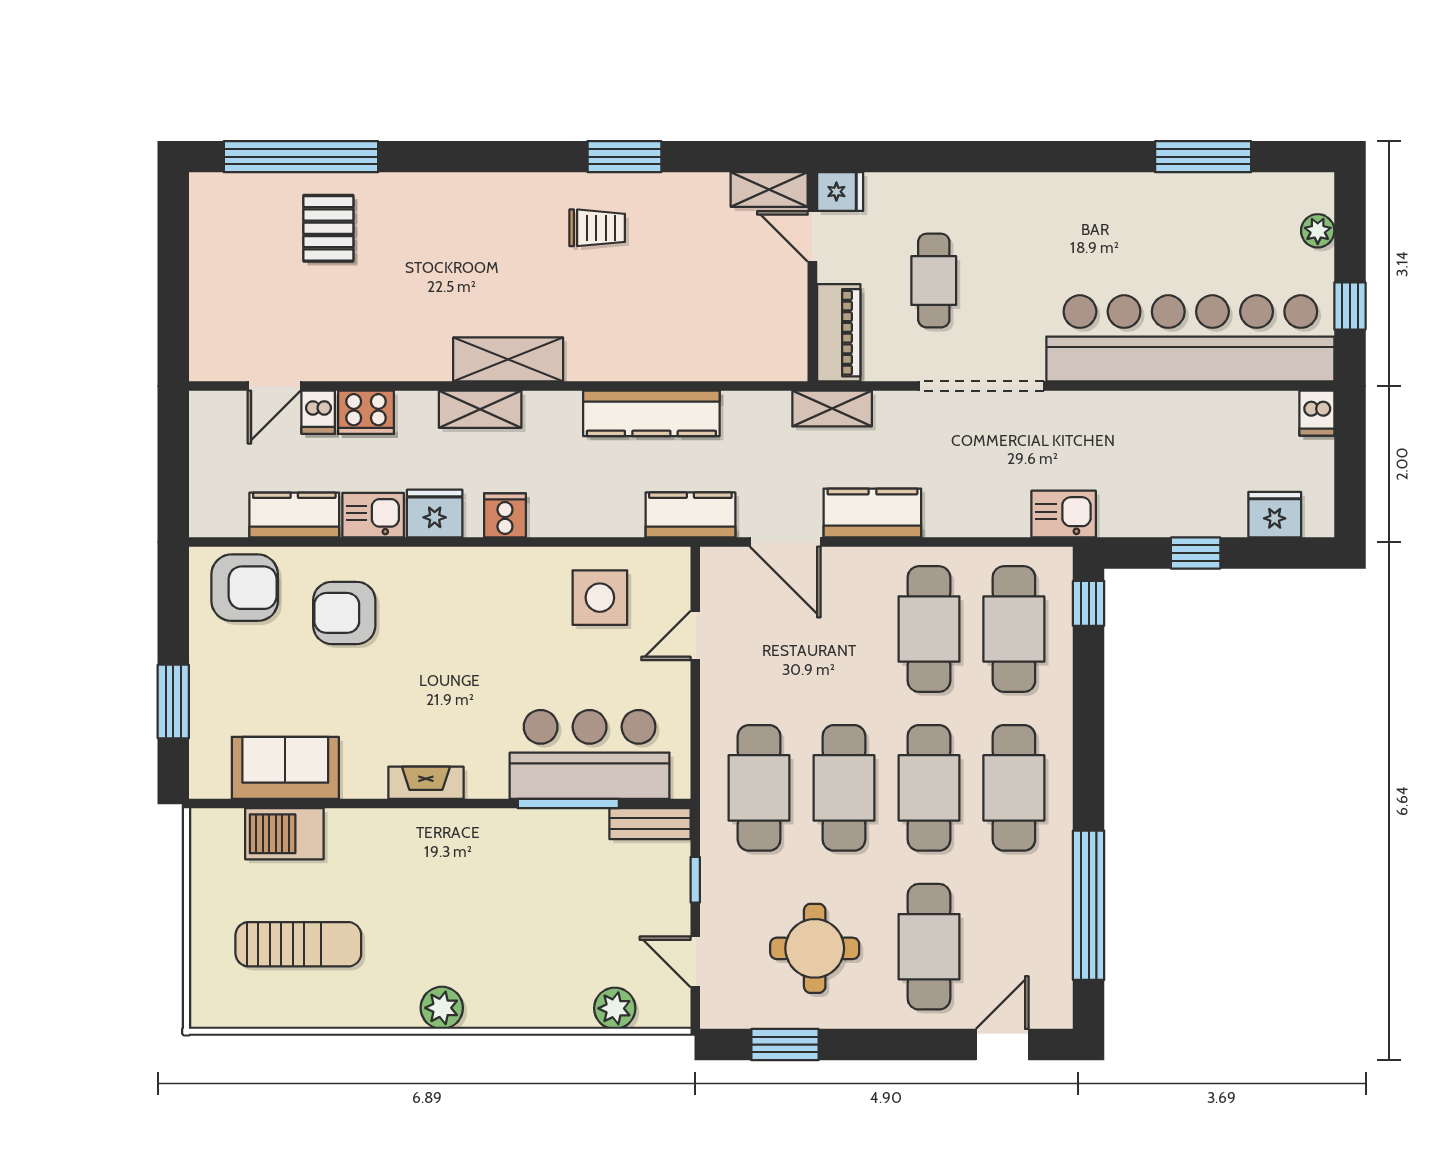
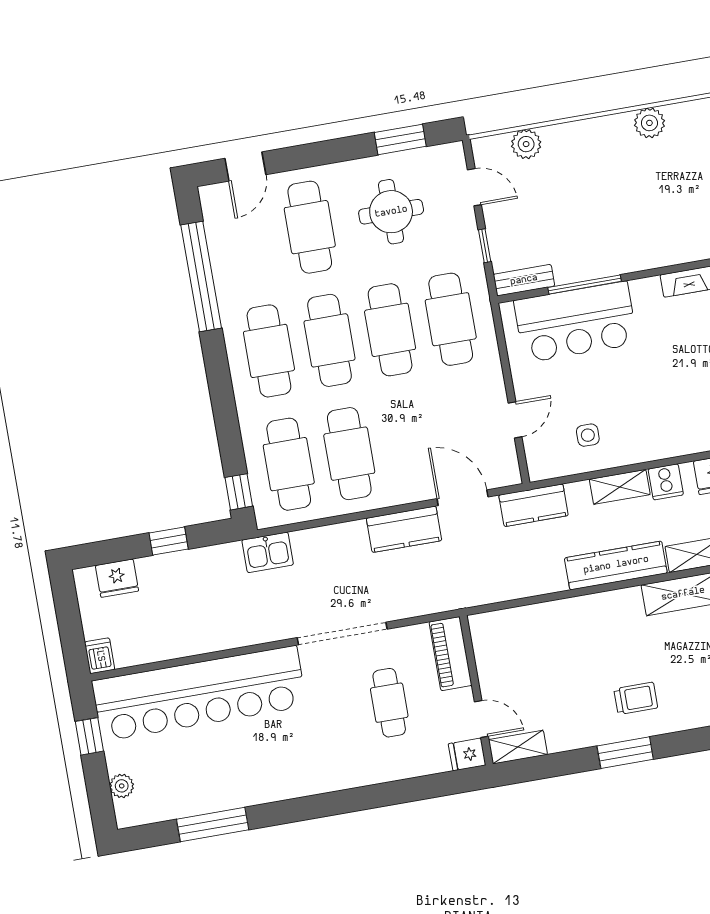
trolley: (597, 228) -> (636, 698), turned 180
shelving: (832, 409) -> (620, 487), moved
kitchen counter: (651, 413) -> (616, 565), moved
side table: (600, 598) -> (588, 435), width x0.54, depth x0.54

